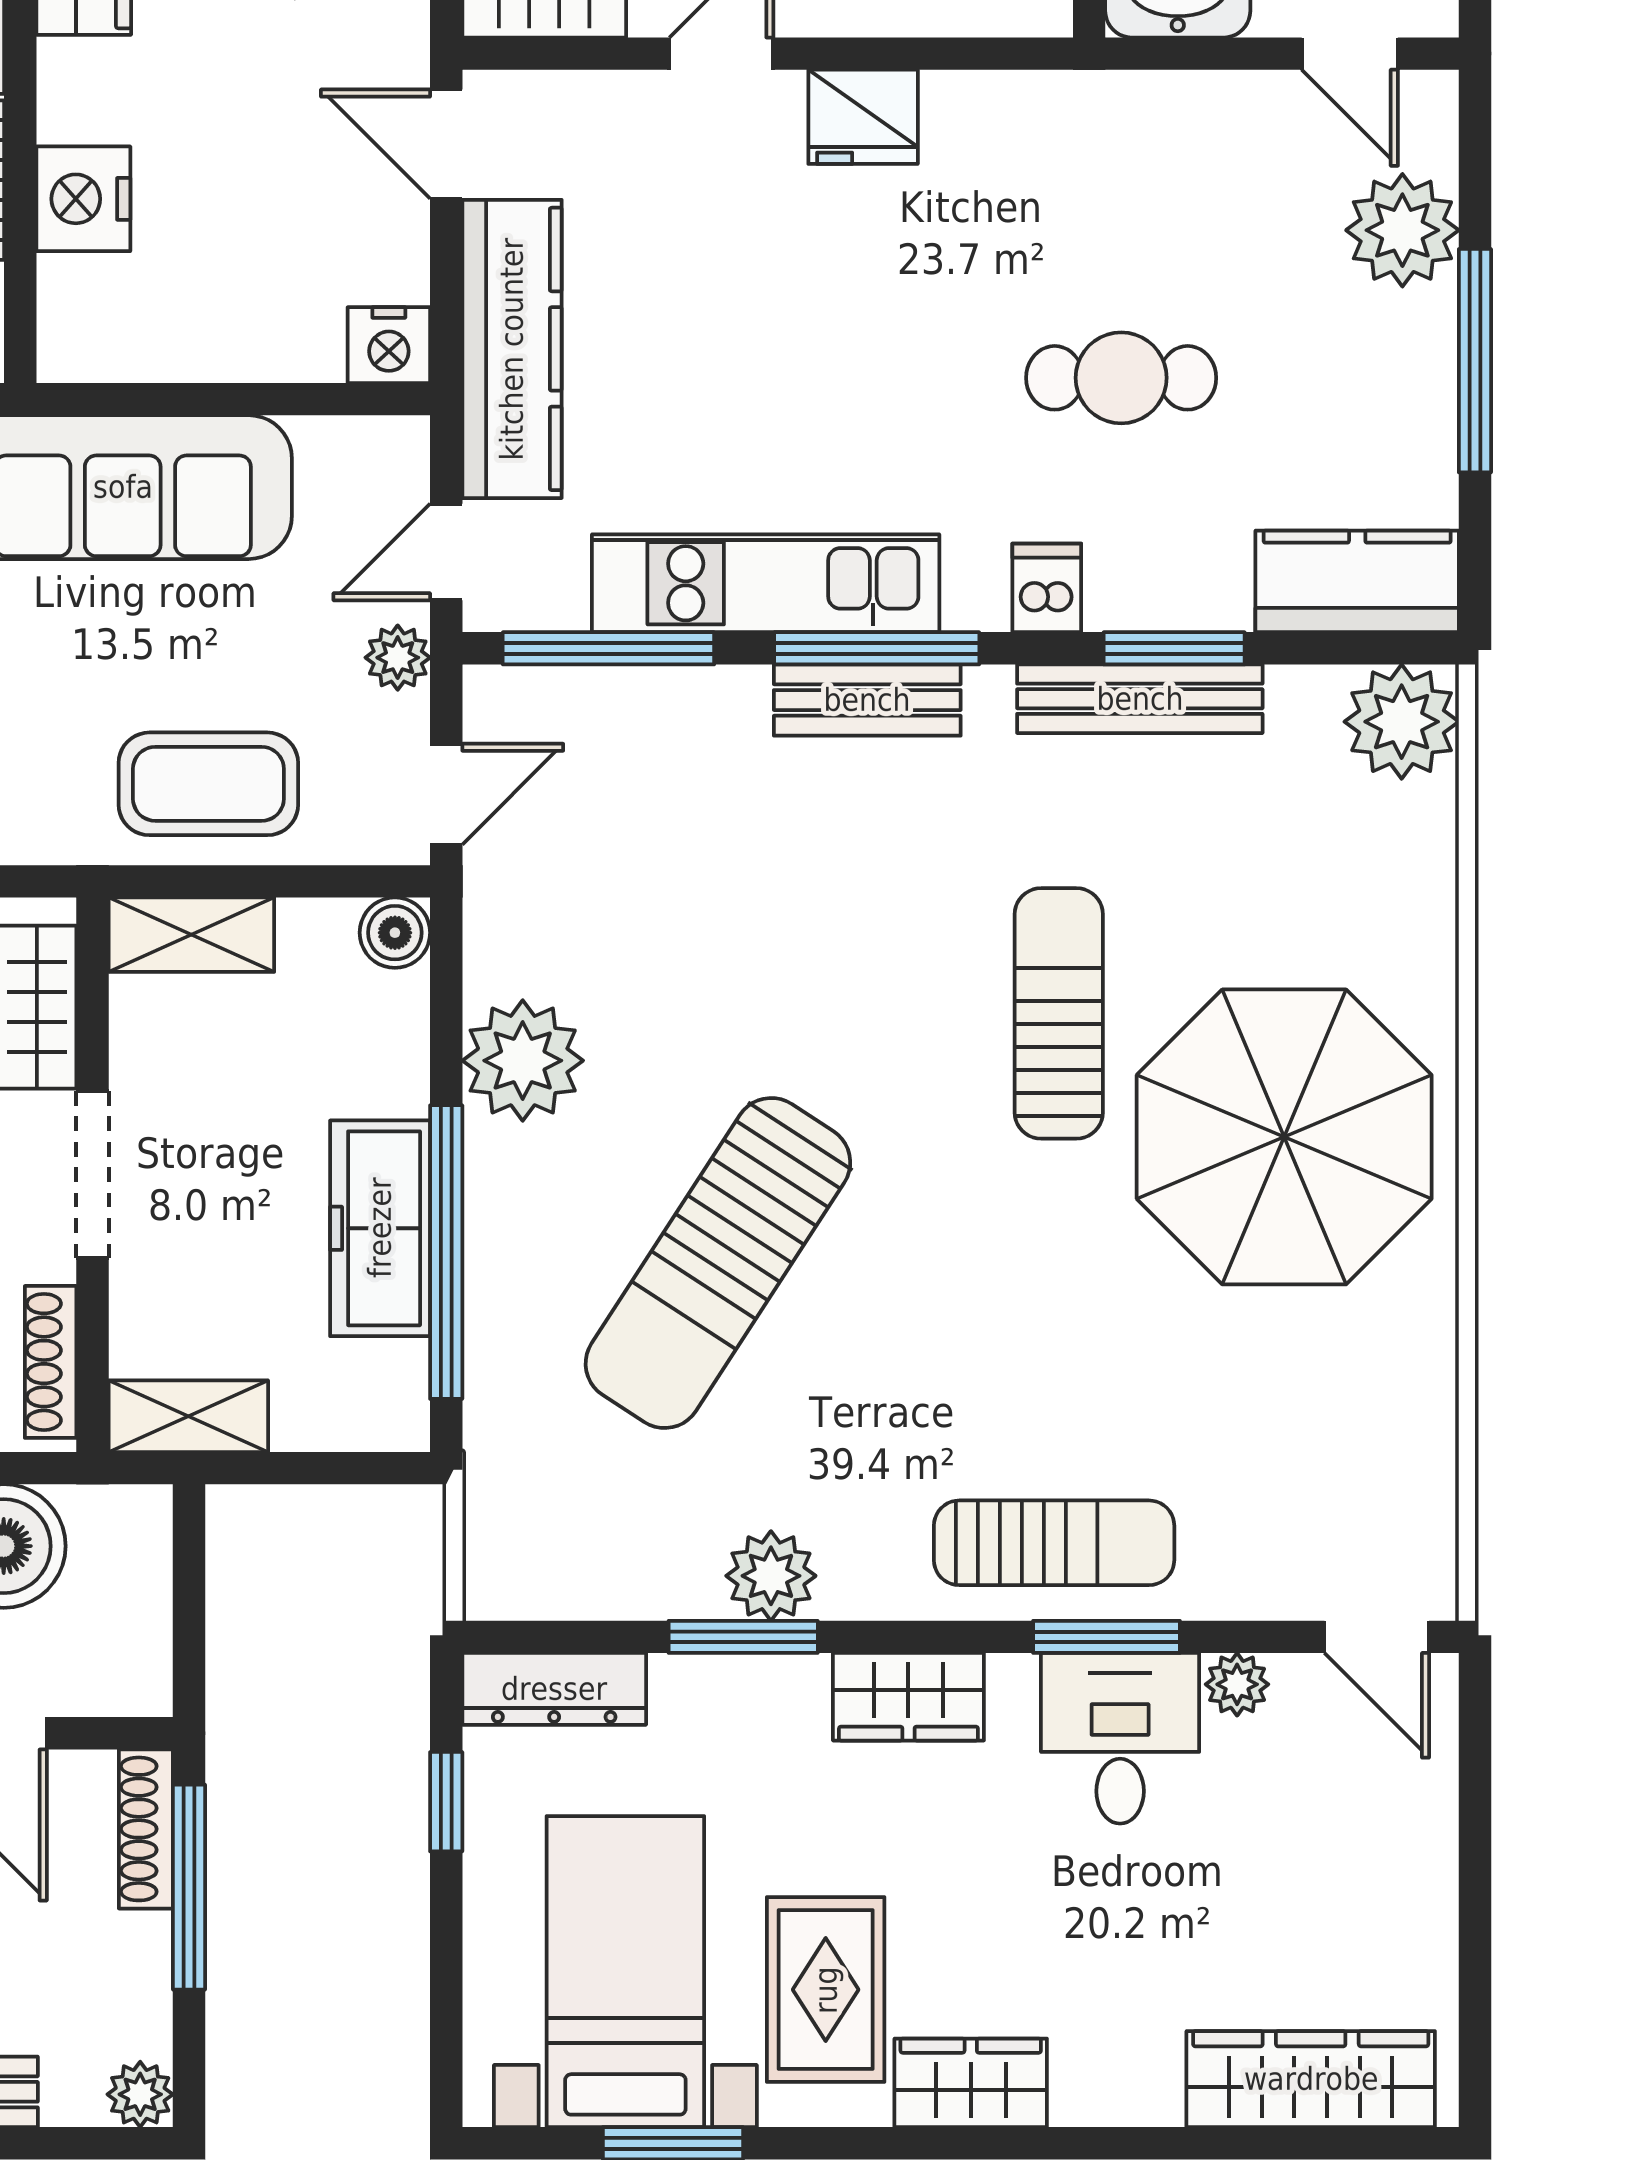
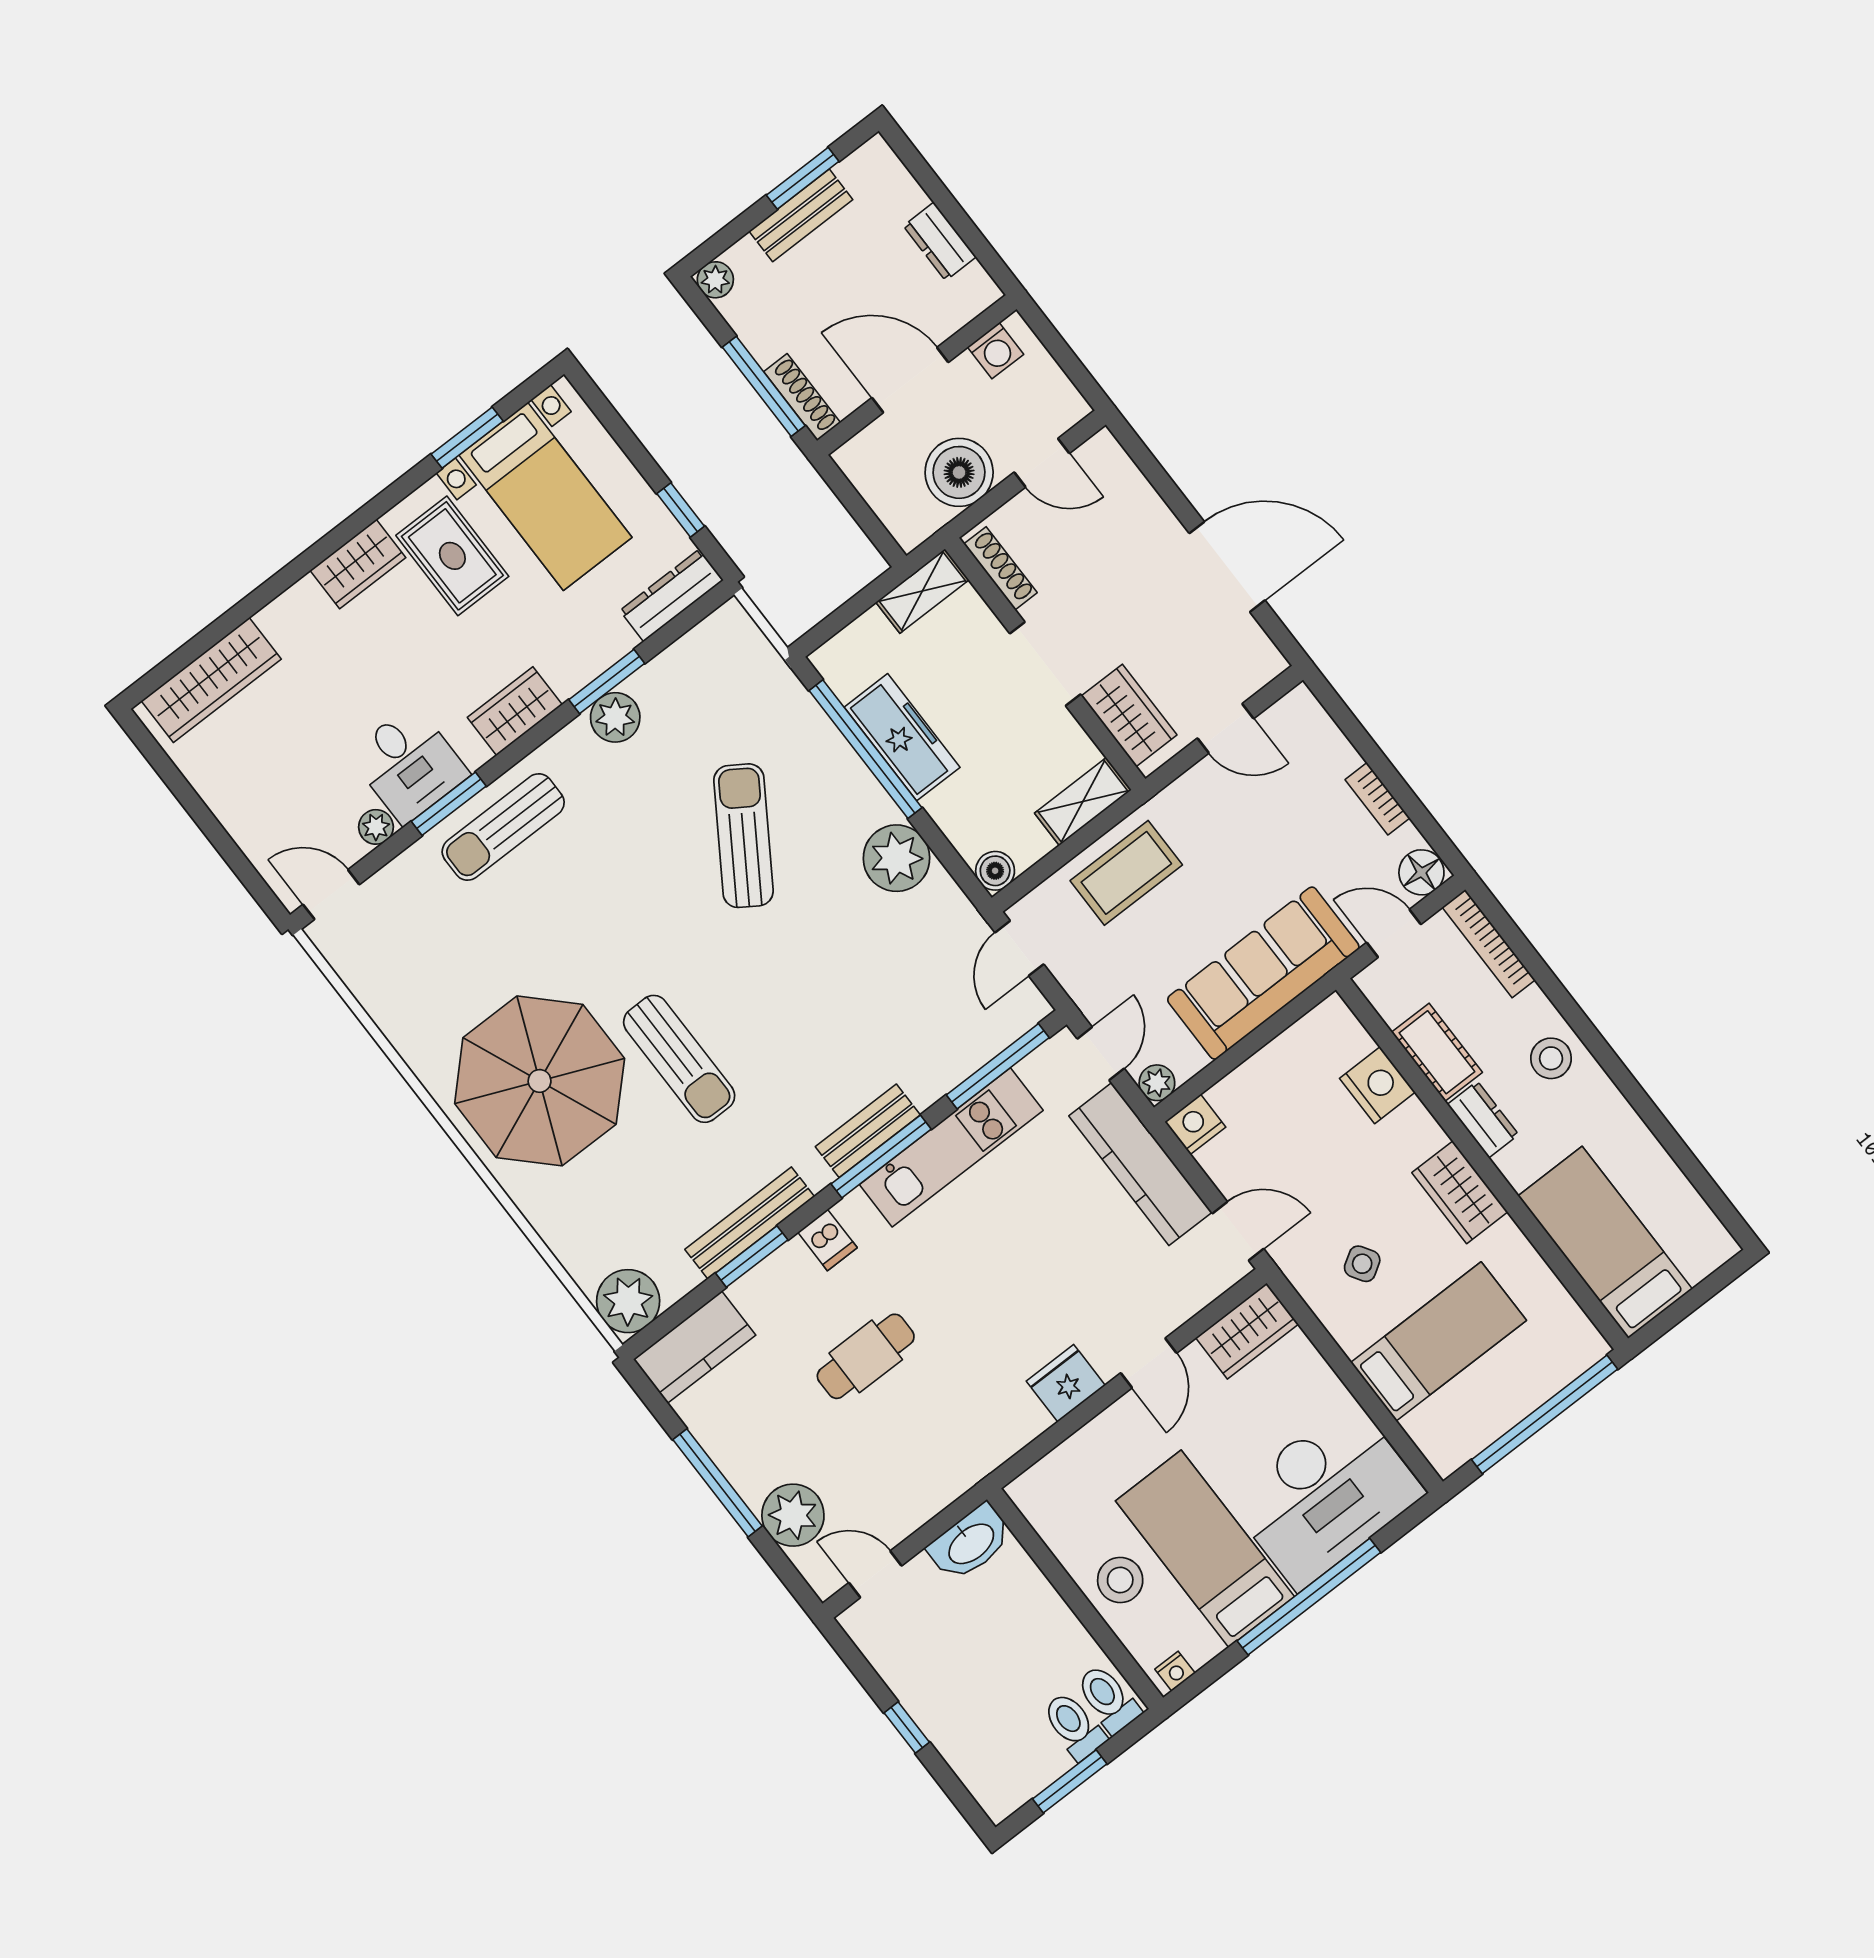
plant: (398, 658) -> (1157, 1083), moved
sun lounger: (718, 1263) -> (743, 836), width x0.73, depth x0.75

